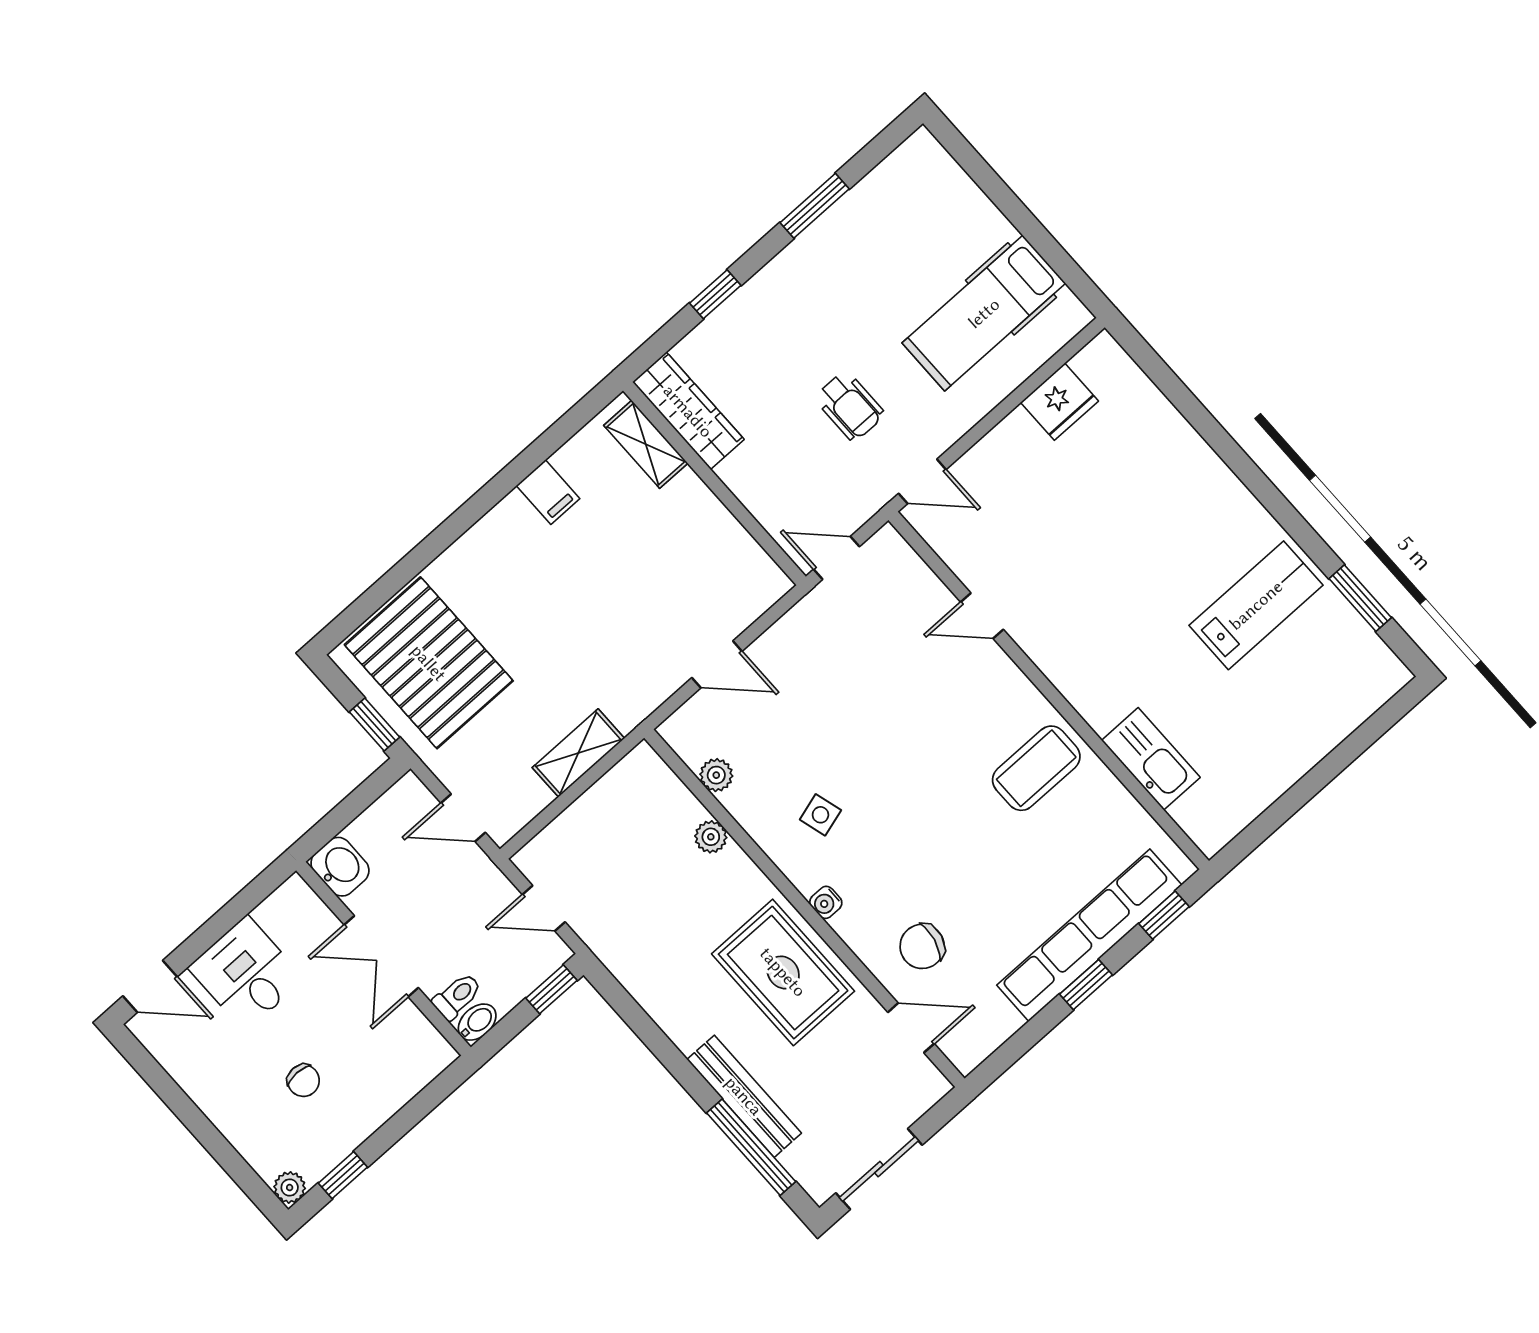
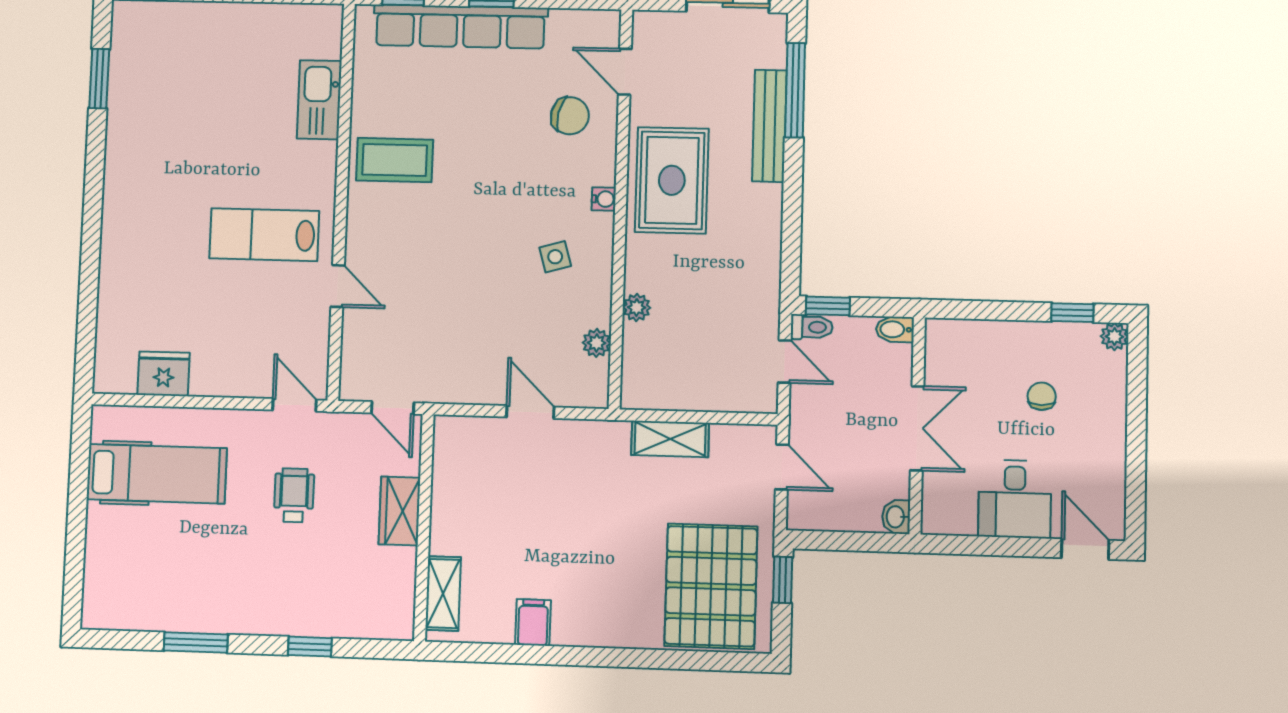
wardrobe: (688, 411) -> (400, 511), moved, width x0.67
lab bench: (1256, 605) -> (264, 235), moved
washbasin: (340, 867) -> (896, 517), width x0.72, depth x0.69
toilet: (457, 996) -> (812, 327), moved, turned 180

